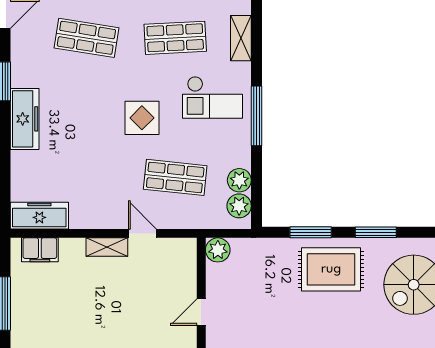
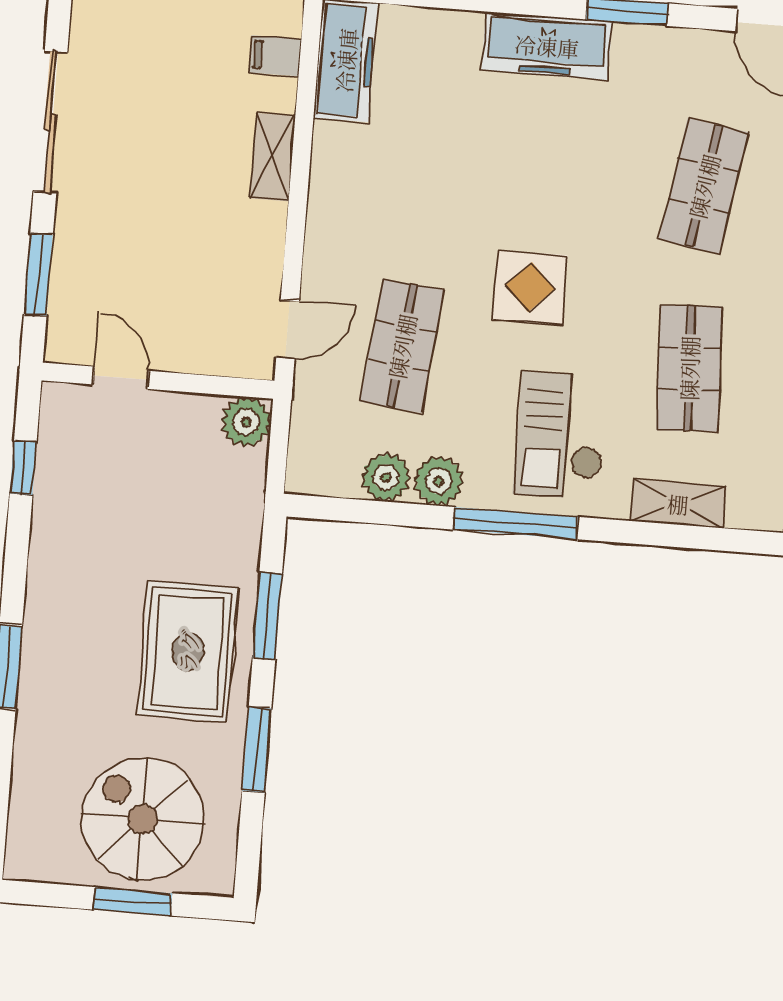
plant: (239, 206) -> (439, 481), moved
door: (142, 233) -> (288, 329), moved
shelving: (107, 247) -> (273, 157), moved
filing cabinet: (40, 250) -> (275, 56), width x0.50

